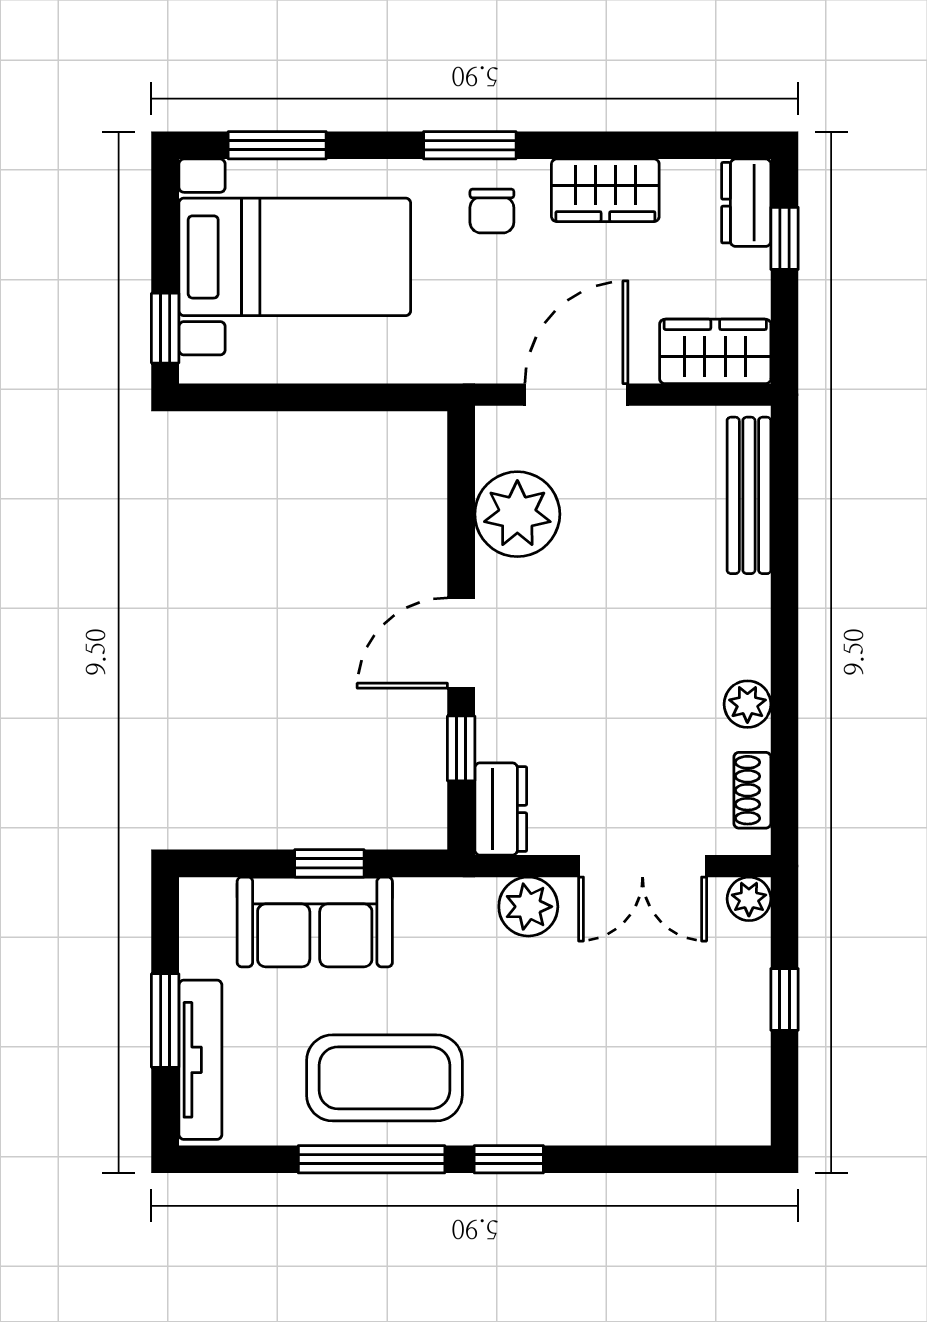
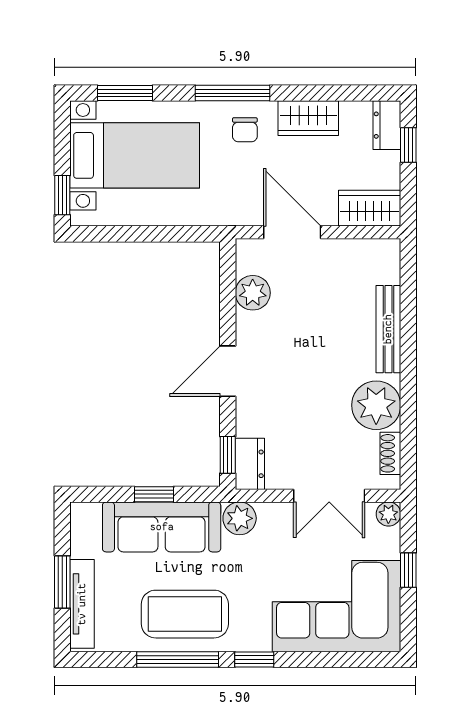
window: (470, 145) -> (233, 93), width x1.44
door: (576, 395) -> (292, 232), hinge flipped
bench: (749, 495) -> (388, 329), moved
plant: (517, 514) -> (253, 293), width x0.73, depth x0.73
plant: (747, 704) -> (376, 405), width x1.88, depth x1.88
window: (461, 748) -> (228, 455), moved
plant: (528, 907) -> (240, 518), moved
sofa: (315, 922) -> (162, 527), width x1.36
corner sofa: (656, 1064) -> (337, 606), added

